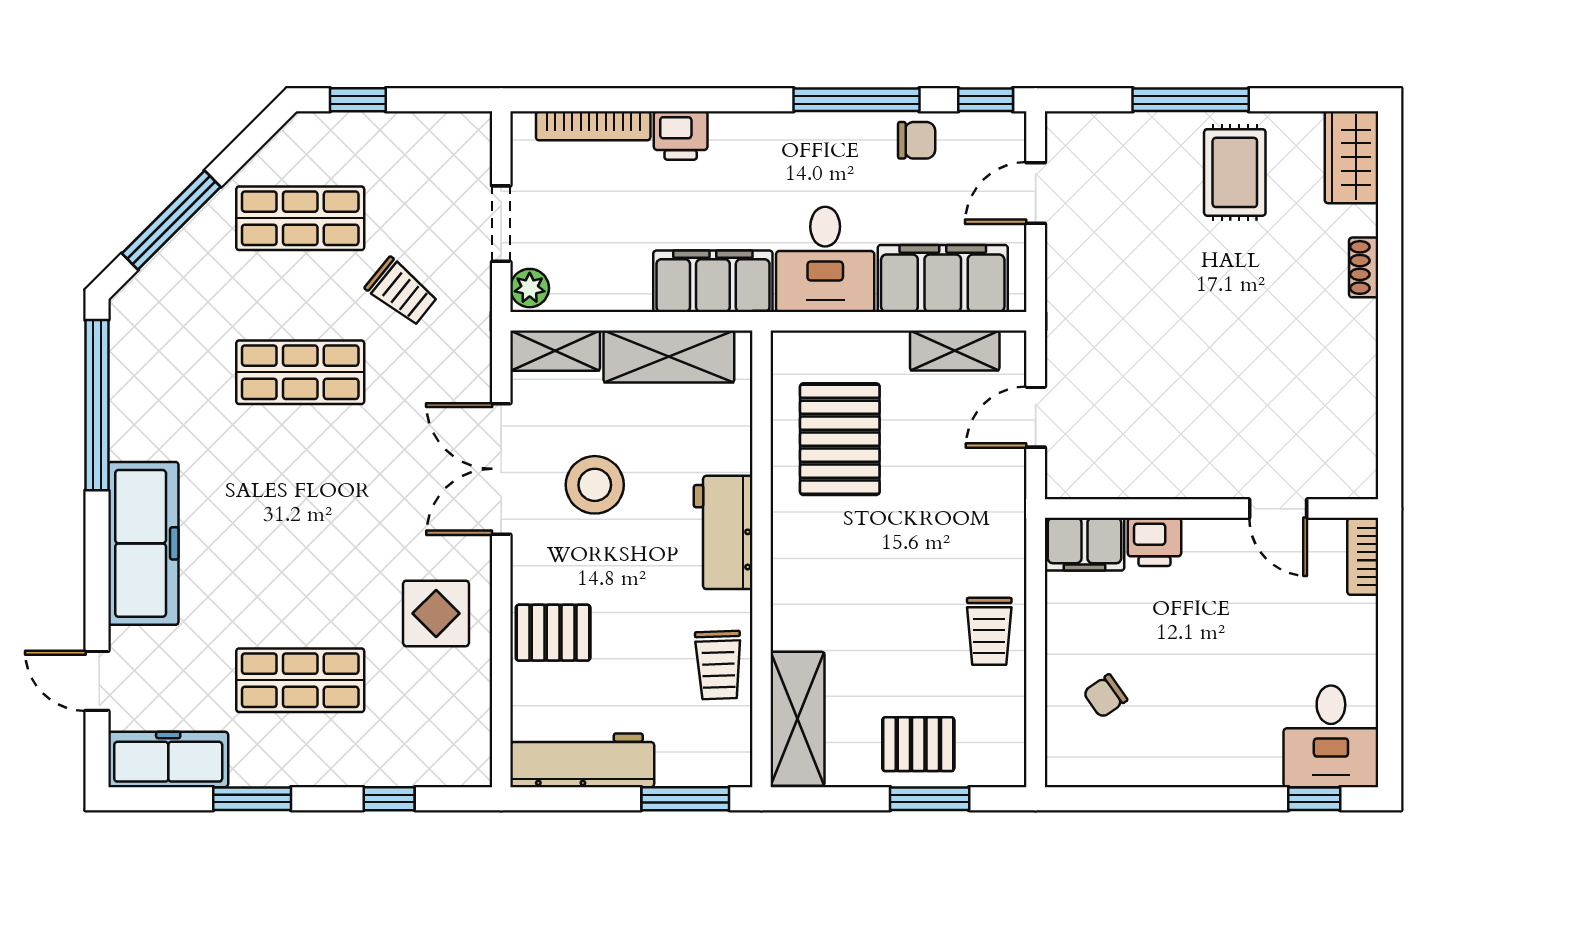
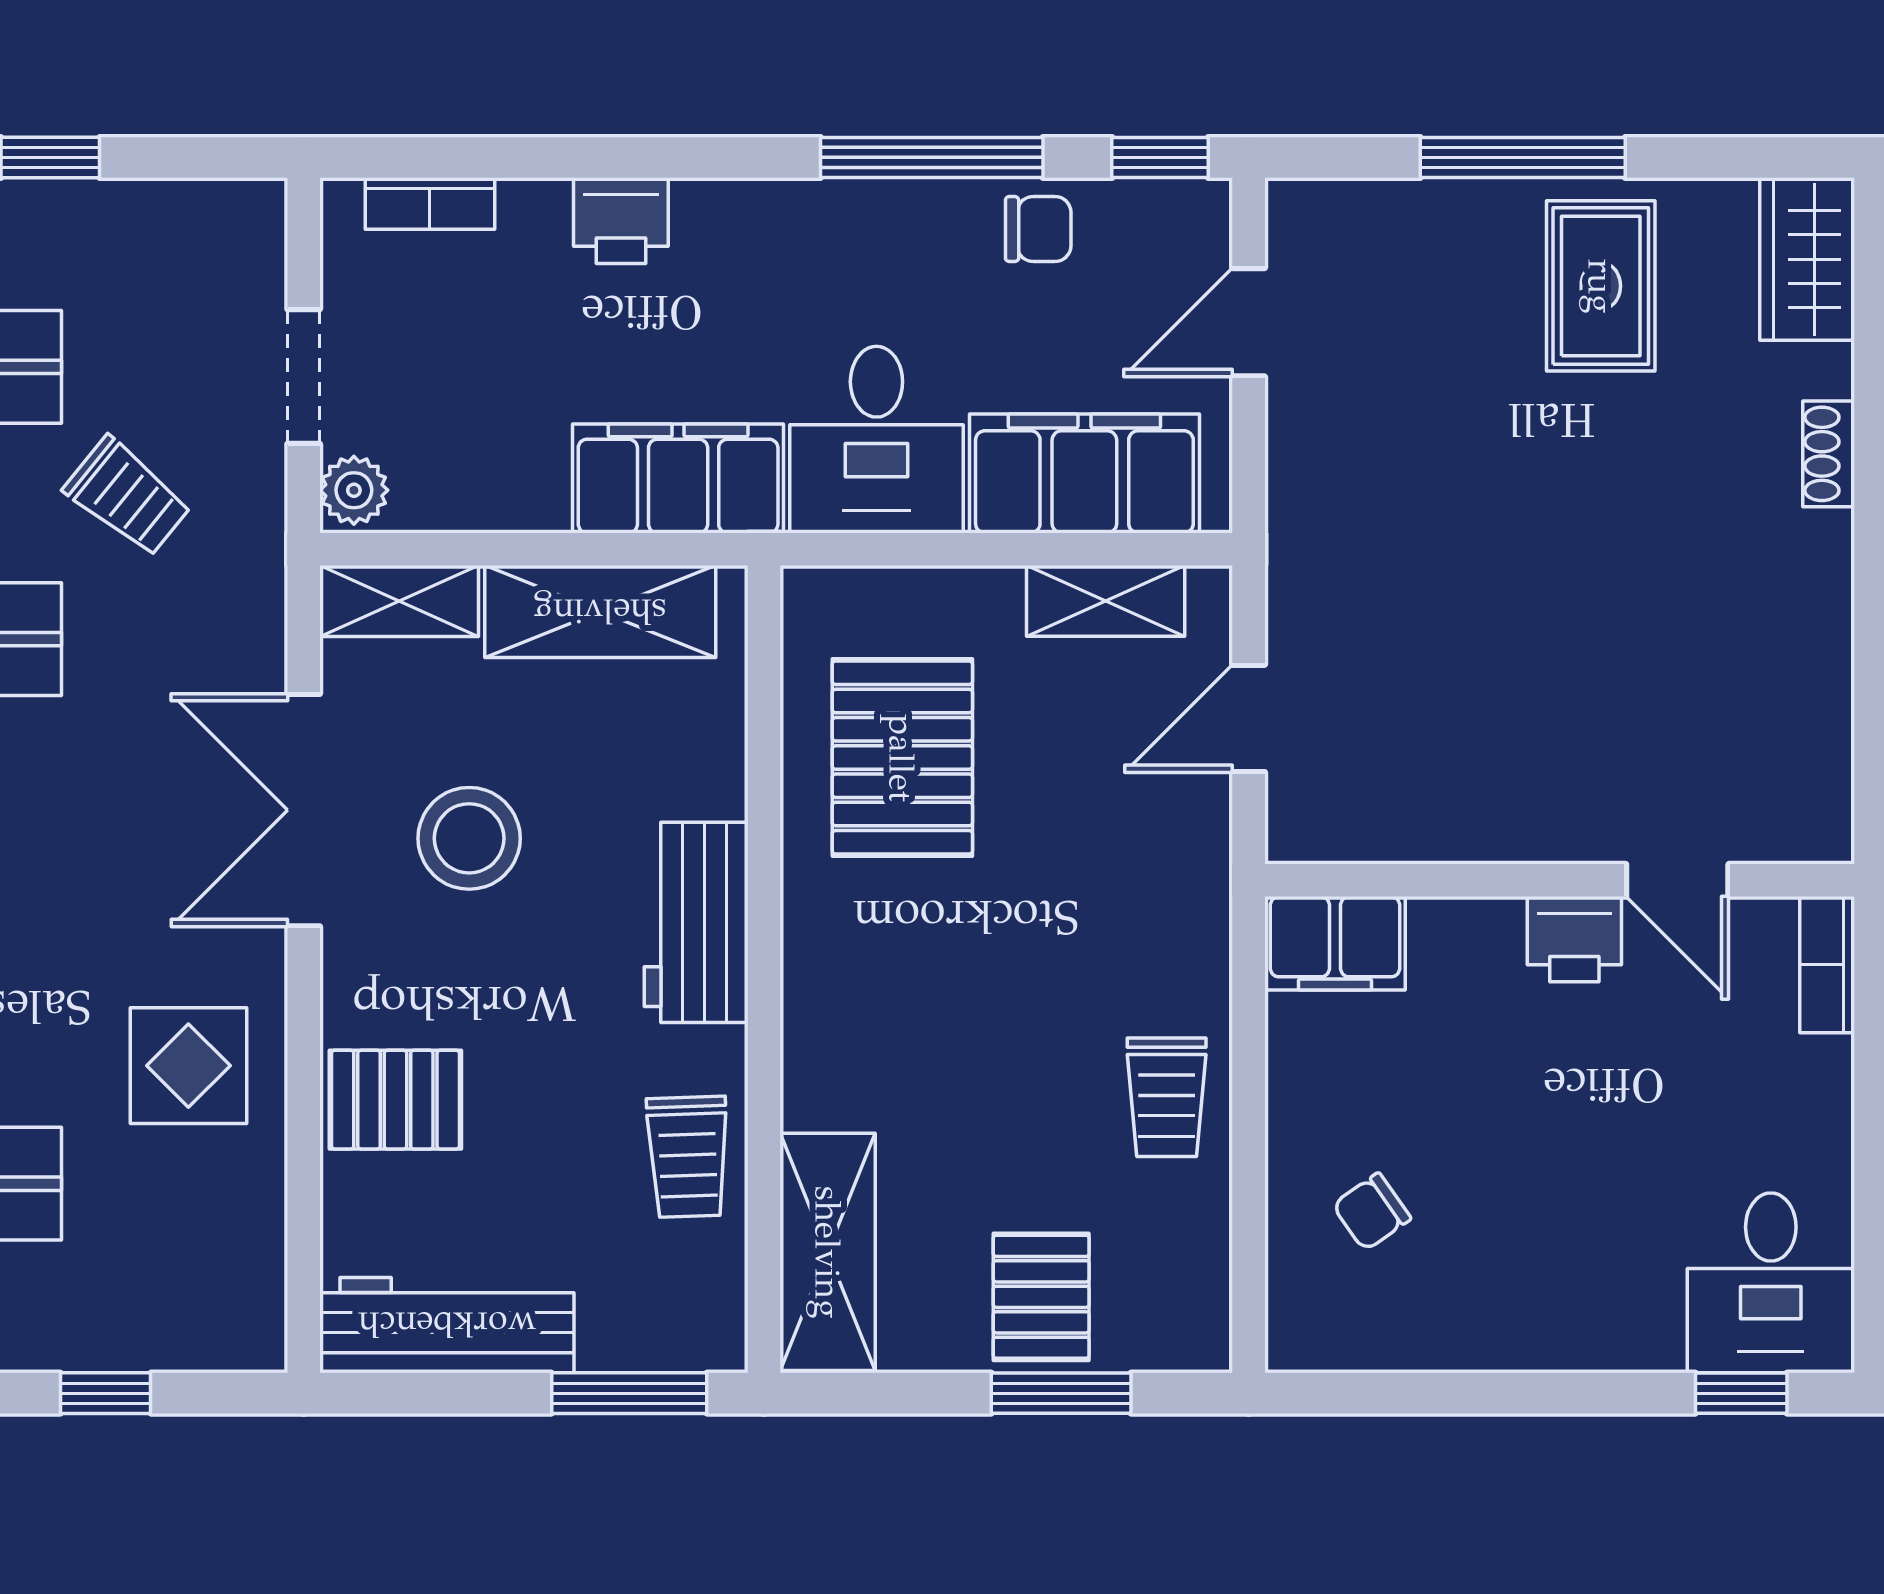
bookcase: (593, 126) -> (430, 204), width x0.64
printer: (1154, 542) -> (1574, 939), moved
pallet: (918, 744) -> (1041, 1297), turned 90

